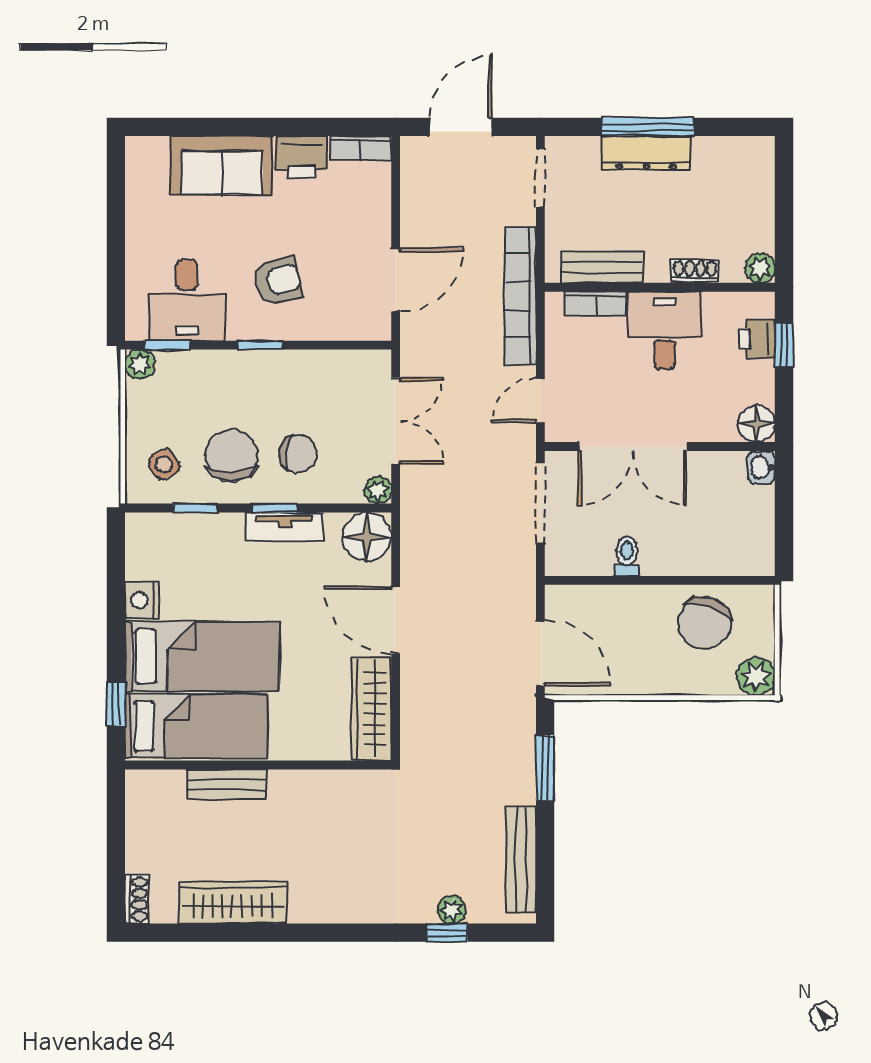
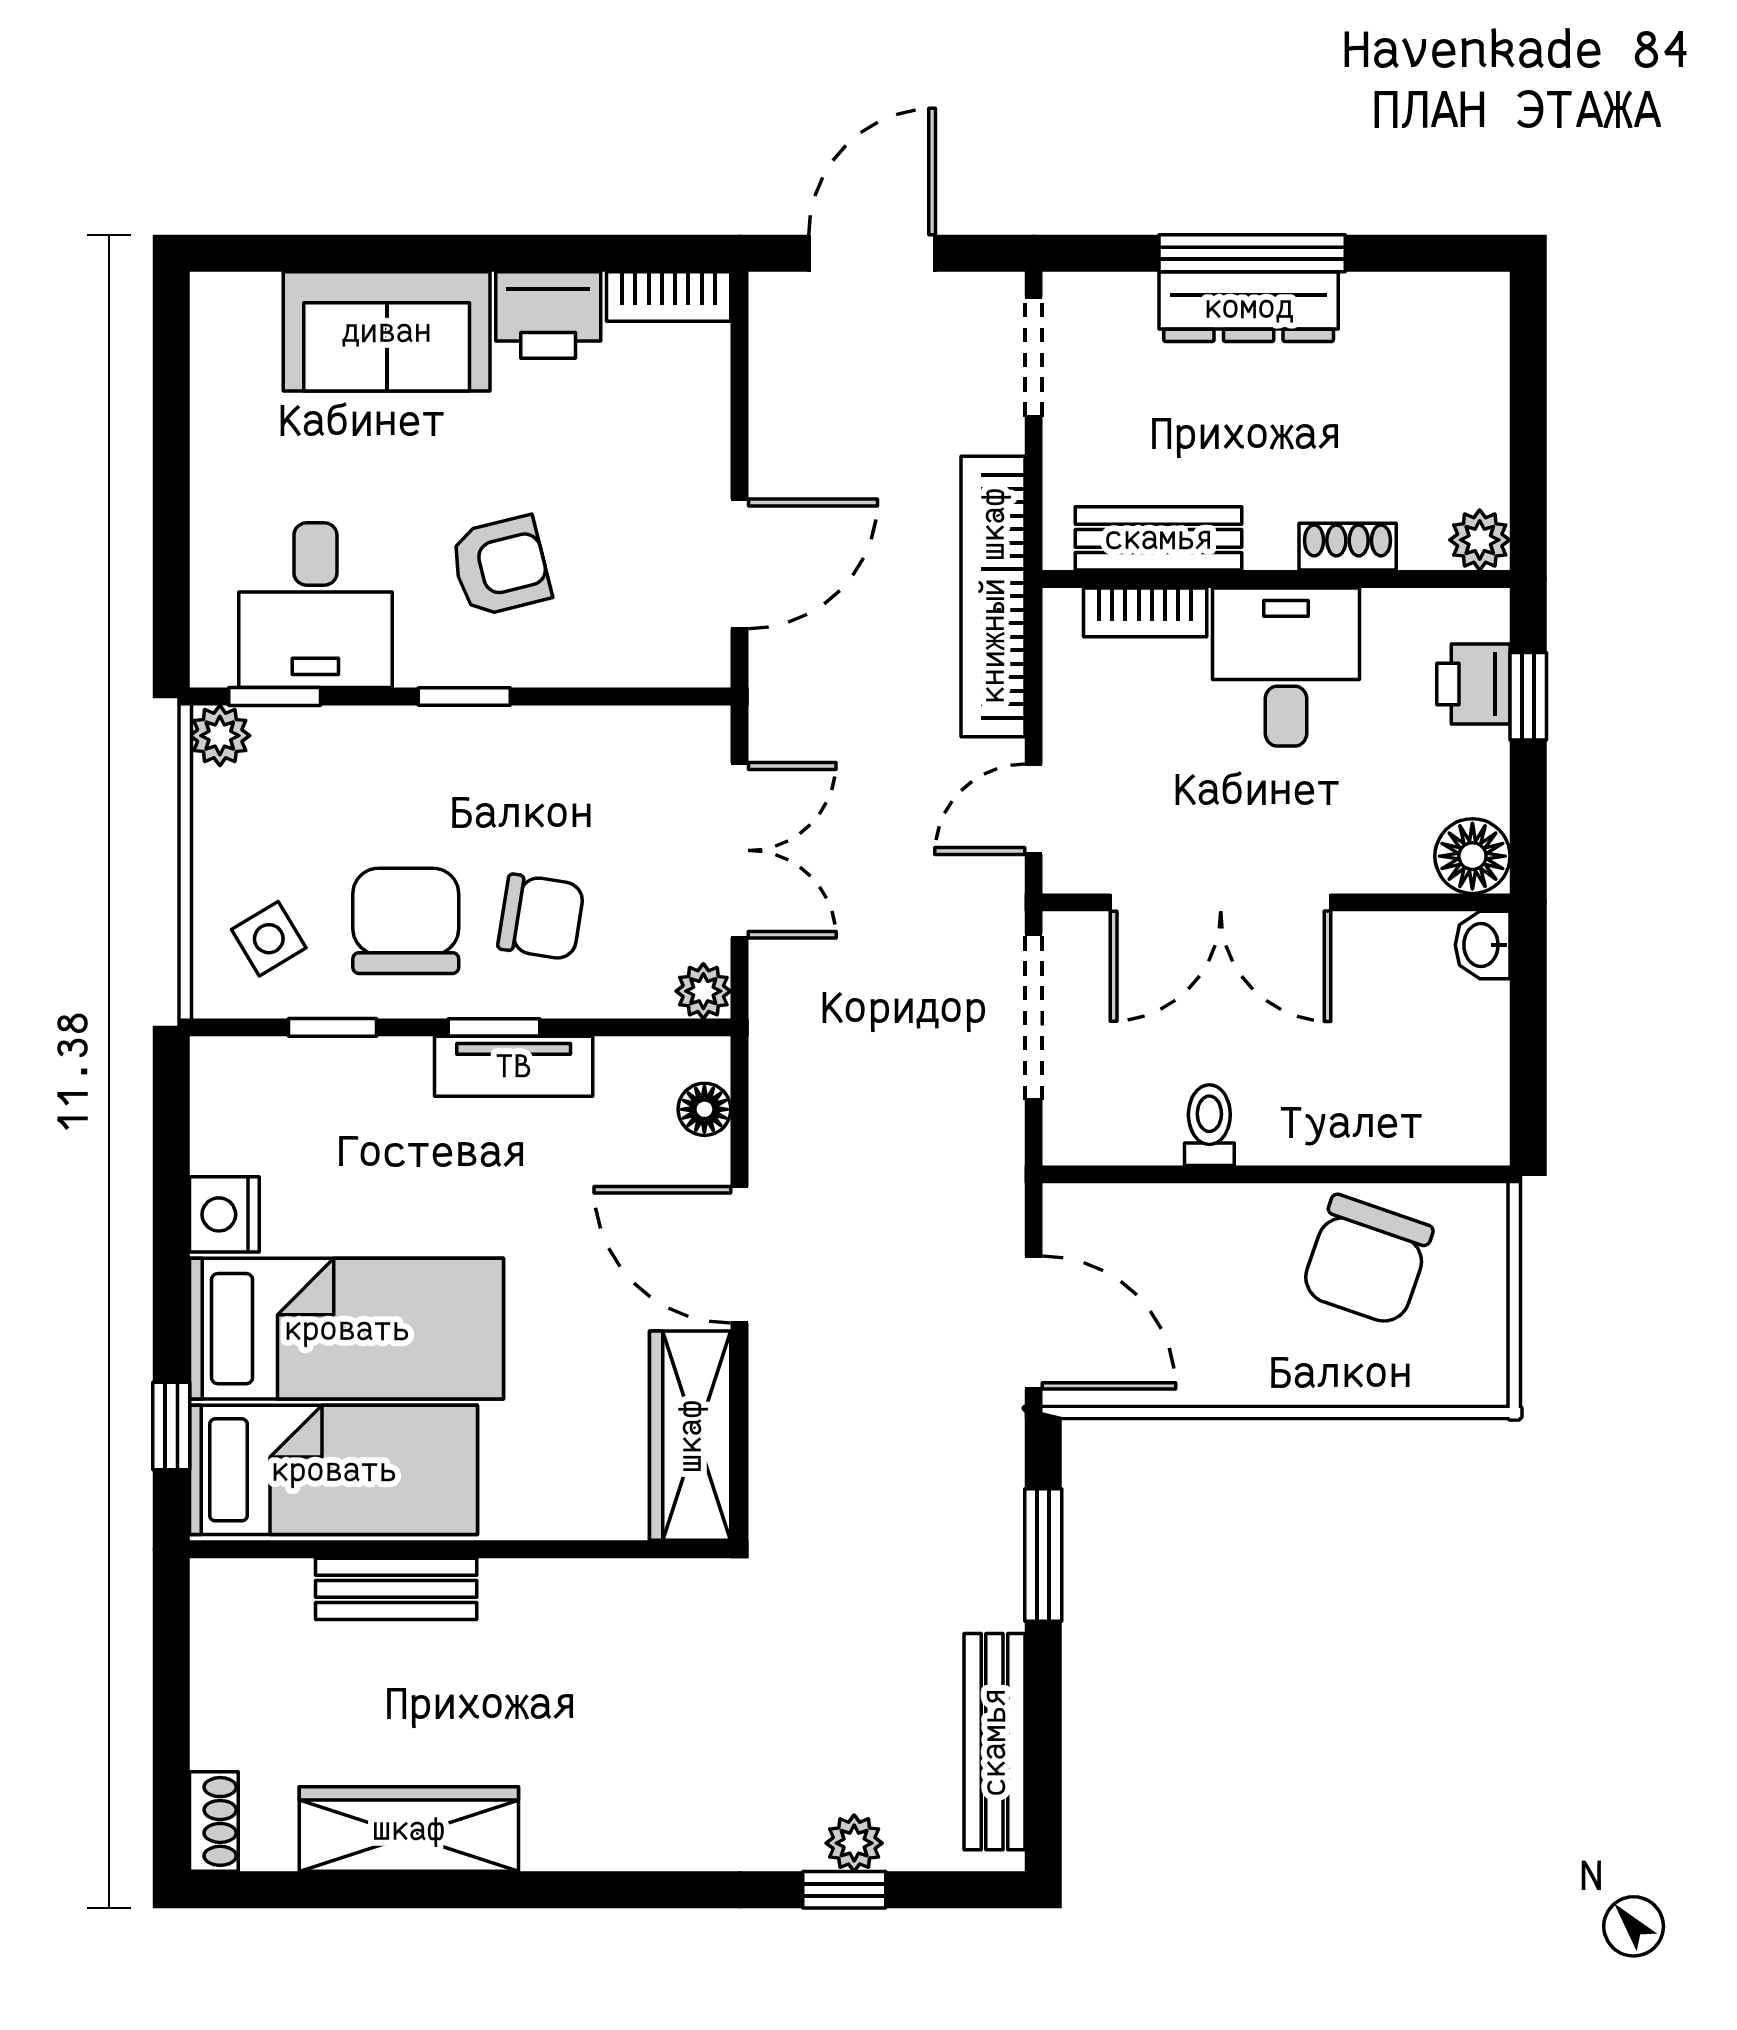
floor lamp: (367, 537) -> (704, 1109), width x0.53, depth x0.53
plant: (756, 676) -> (1471, 1369), removed

